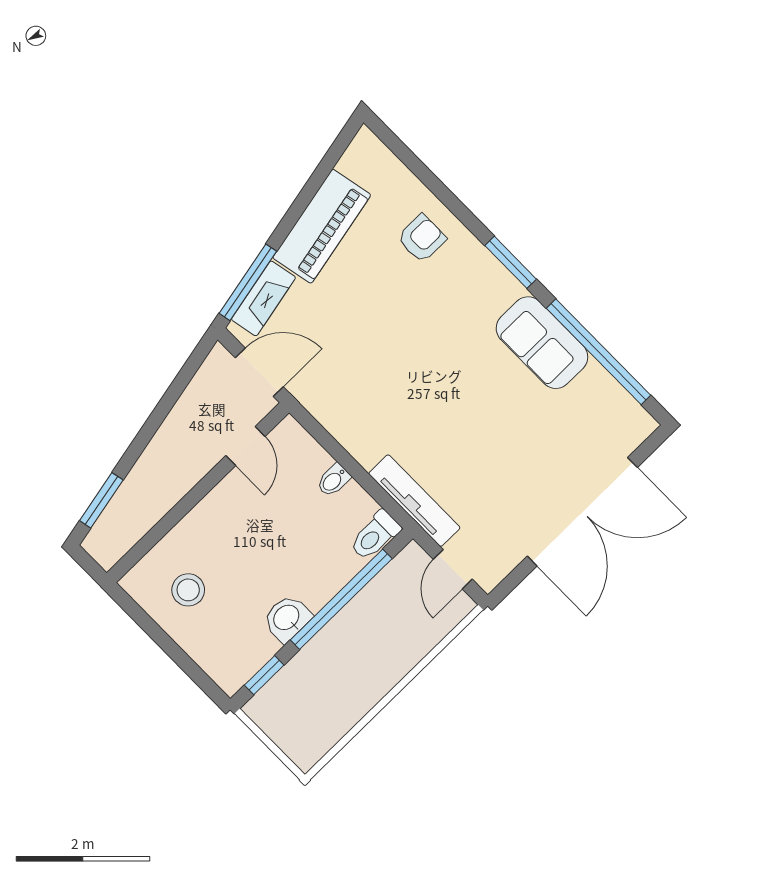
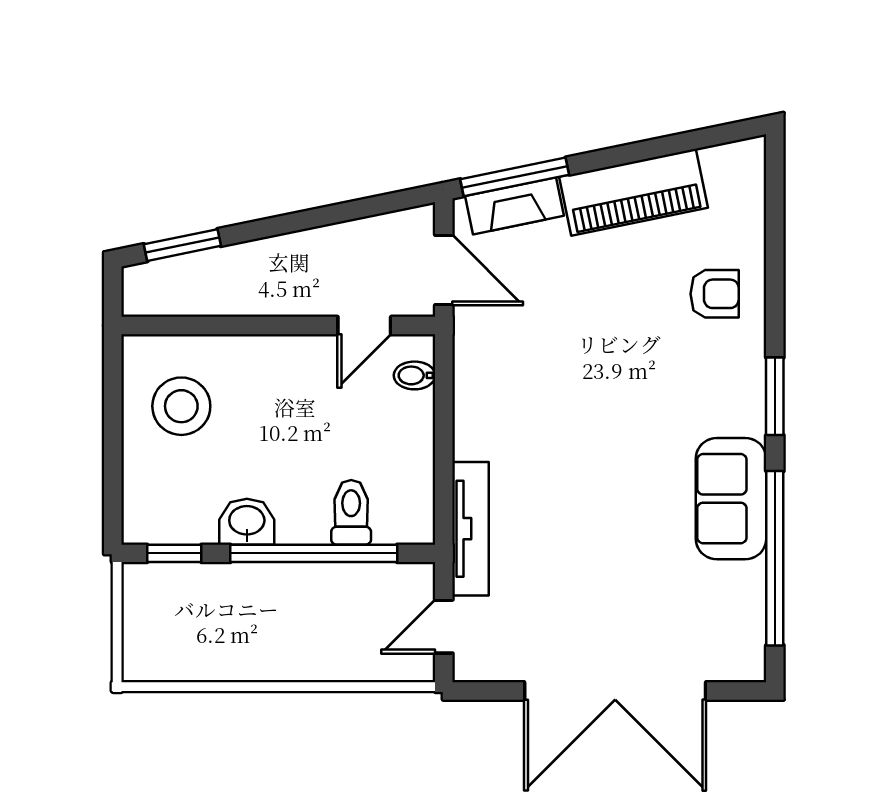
bidet: (334, 480) -> (414, 375), moved
toilet: (375, 535) -> (351, 512), moved, turned 90
stool: (188, 590) -> (181, 406), width x1.38, depth x1.38

